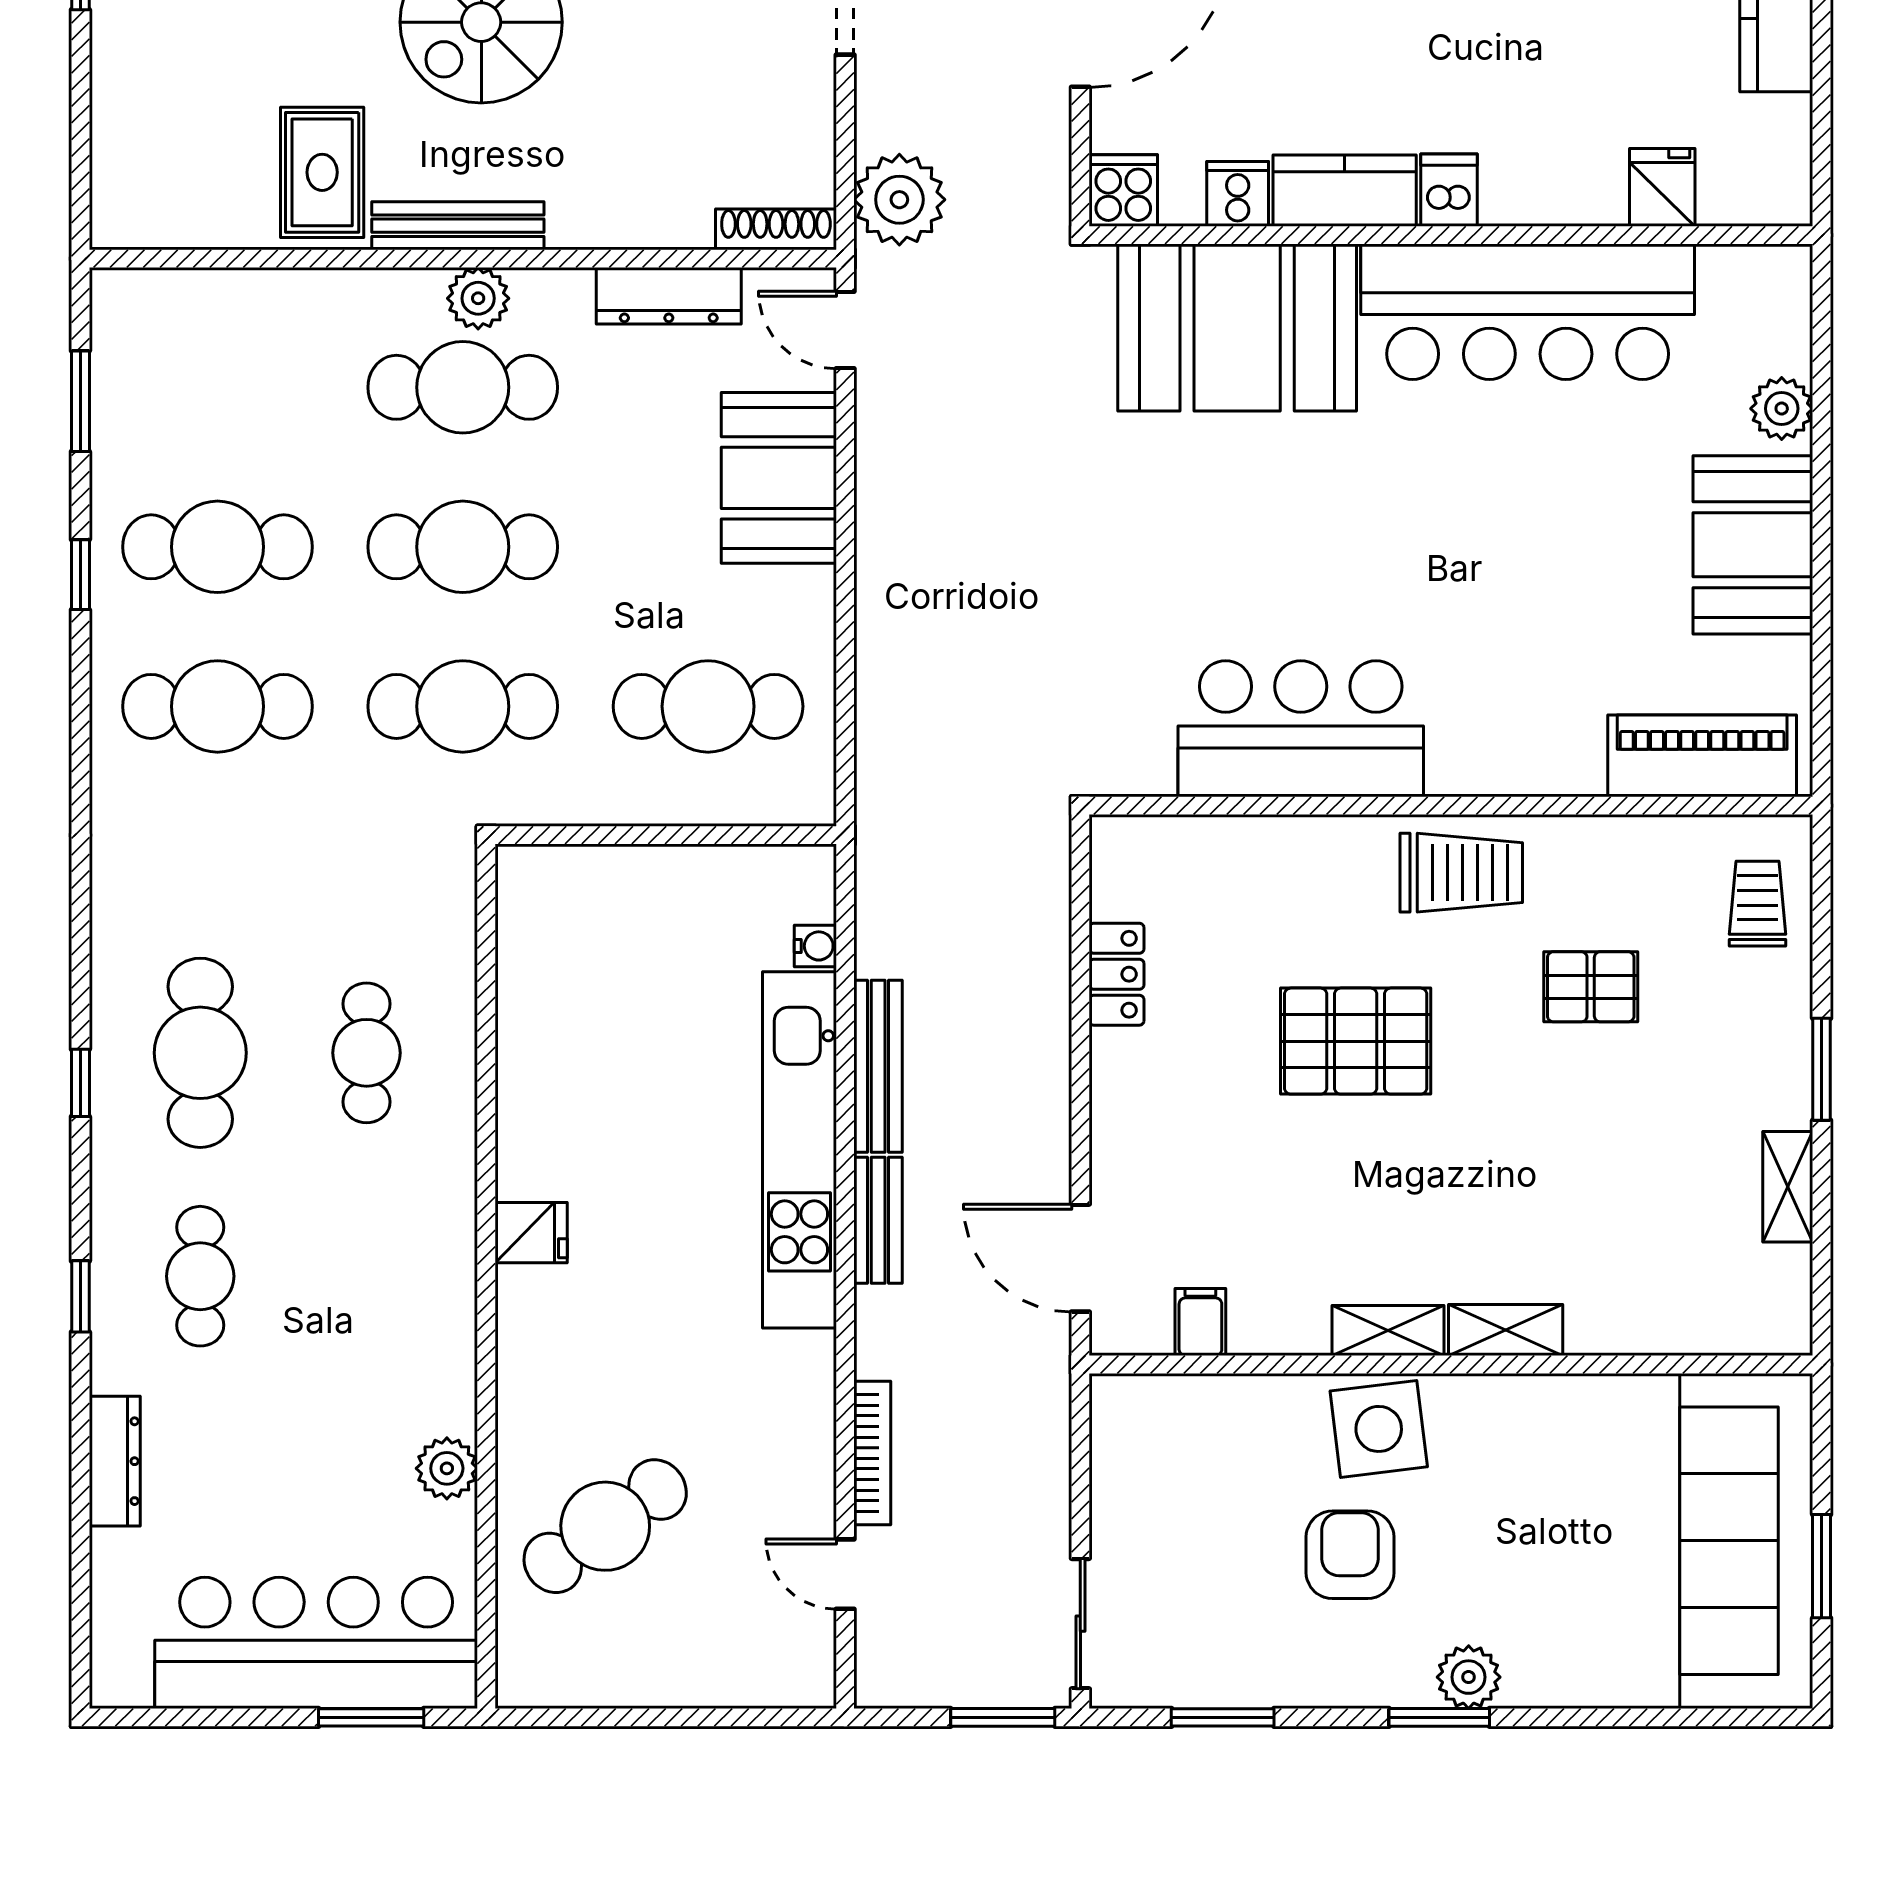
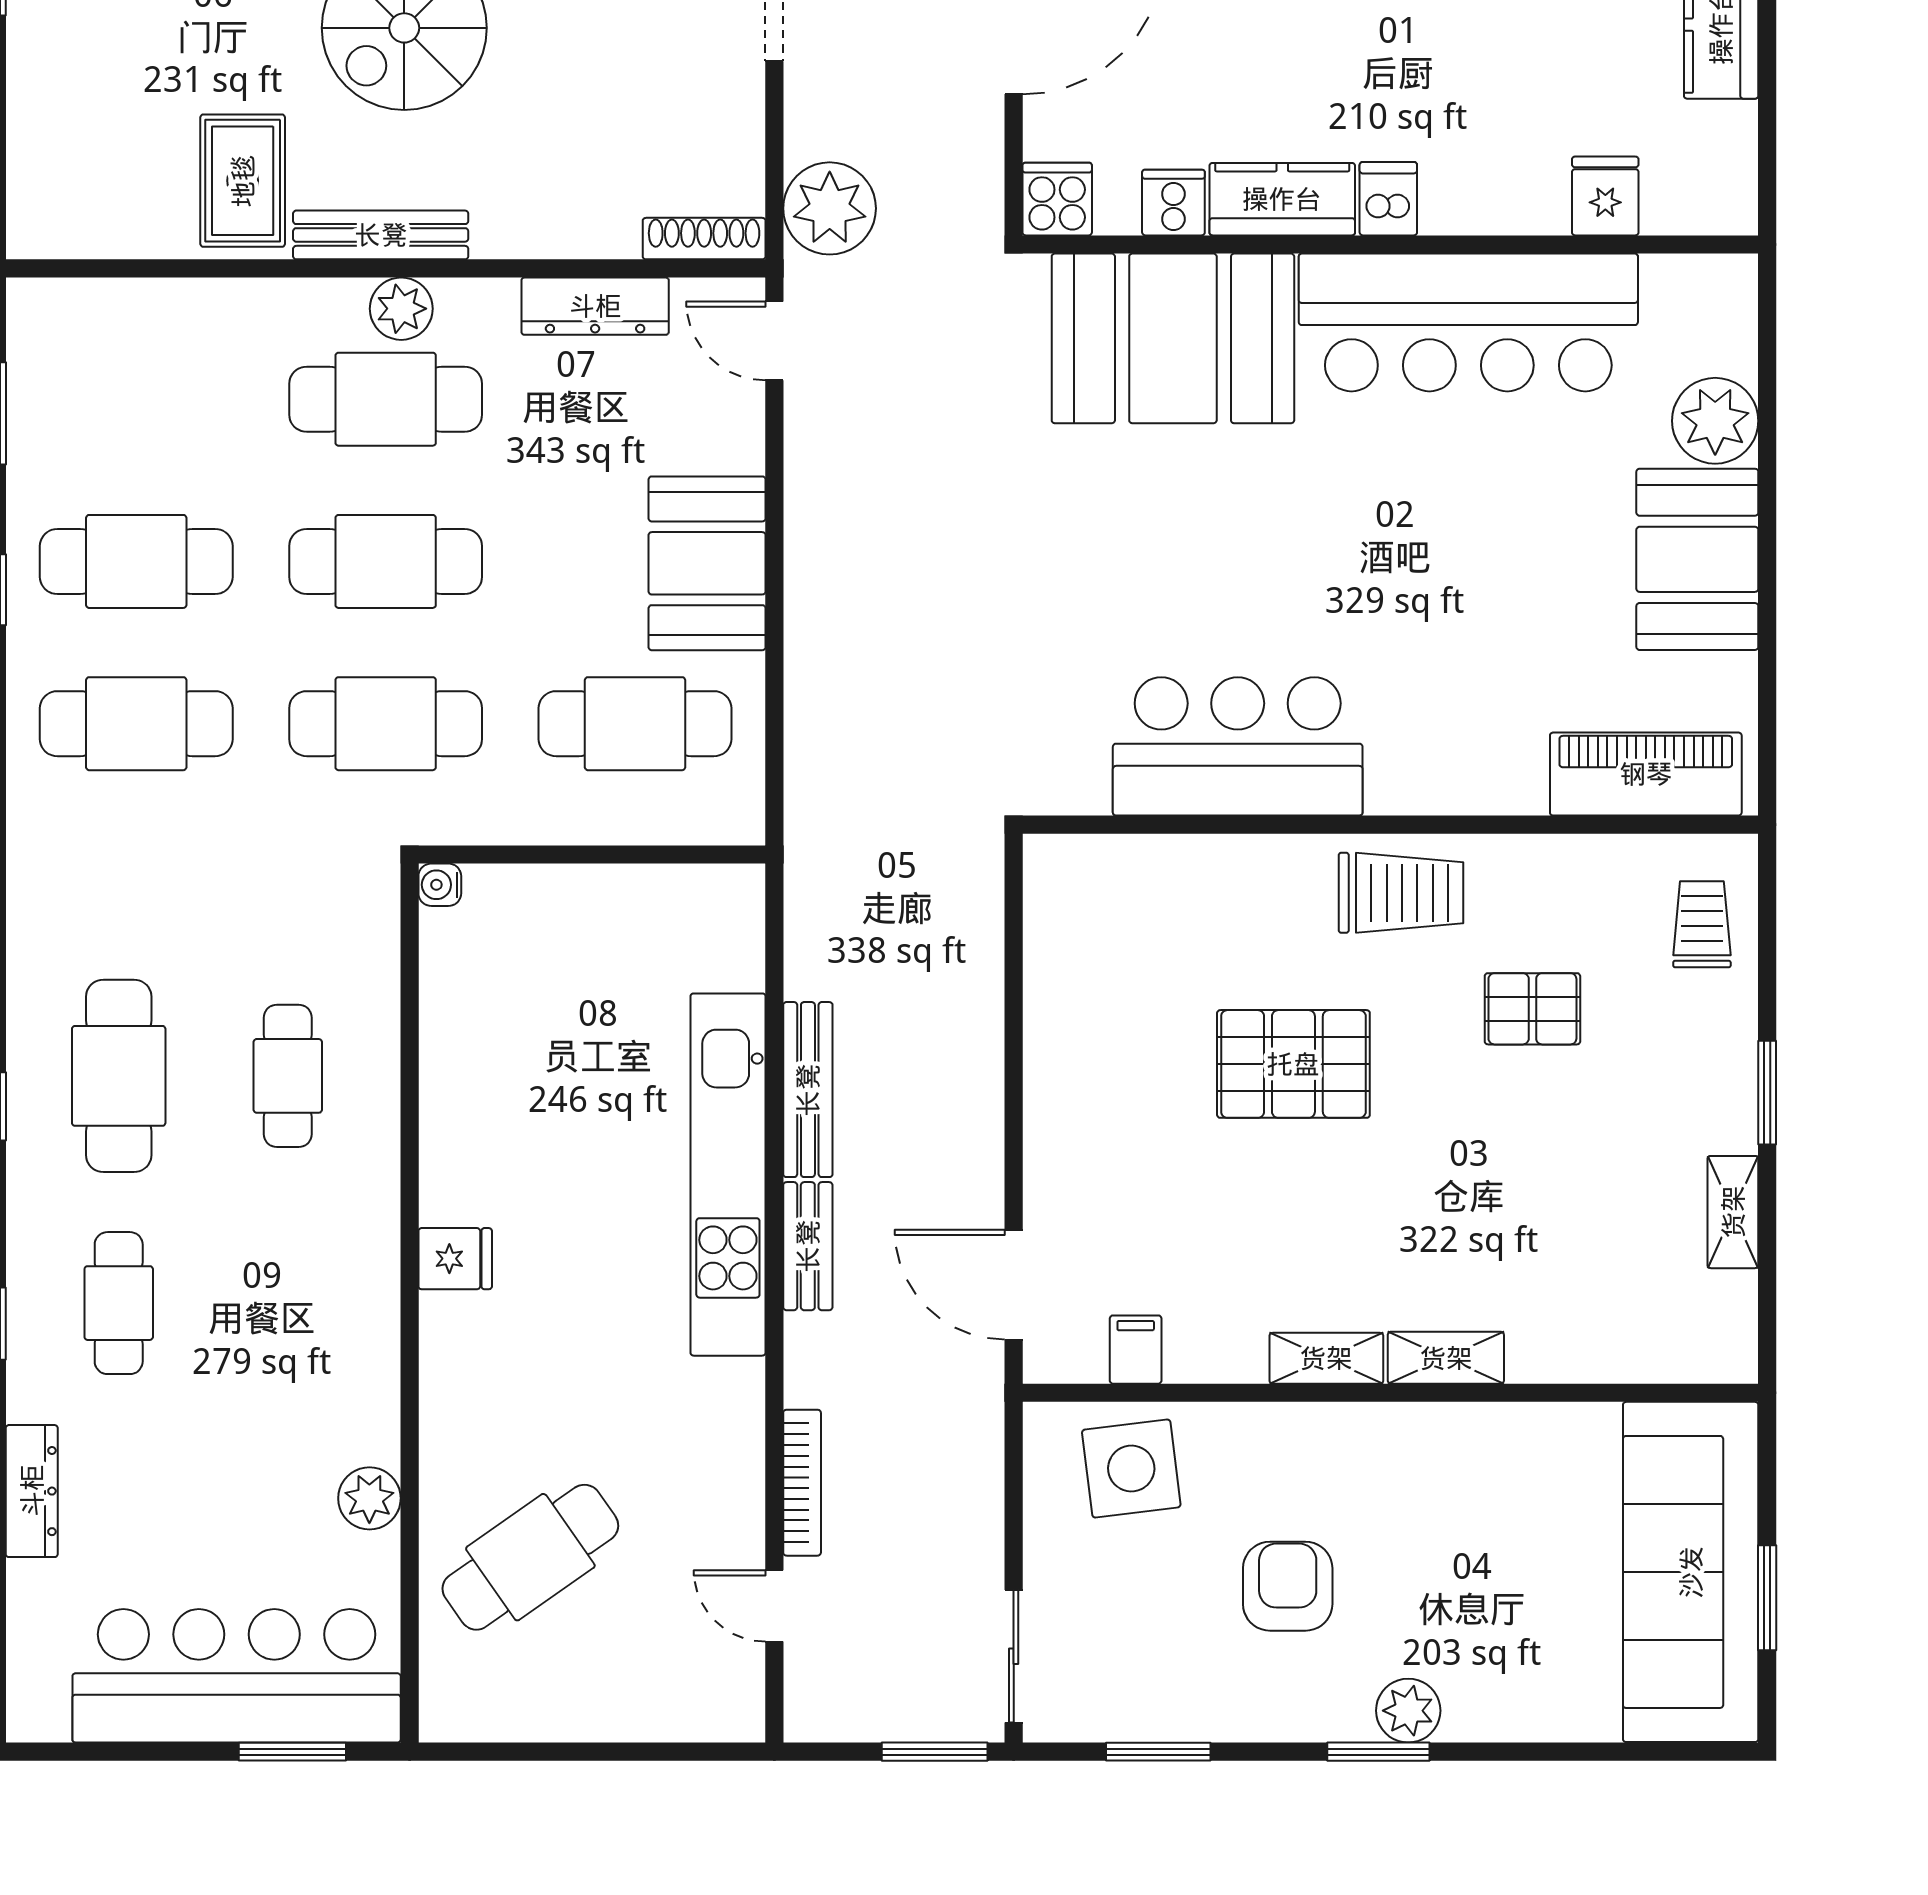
plant: (1782, 409) -> (1715, 421), width x1.36, depth x1.36
booth: (779, 478) -> (707, 563), moved
water cooler: (815, 946) -> (440, 885), moved, turned 180
locker: (1116, 974) -> (1050, 996), removed
side table: (1379, 1429) -> (1131, 1468), moved

